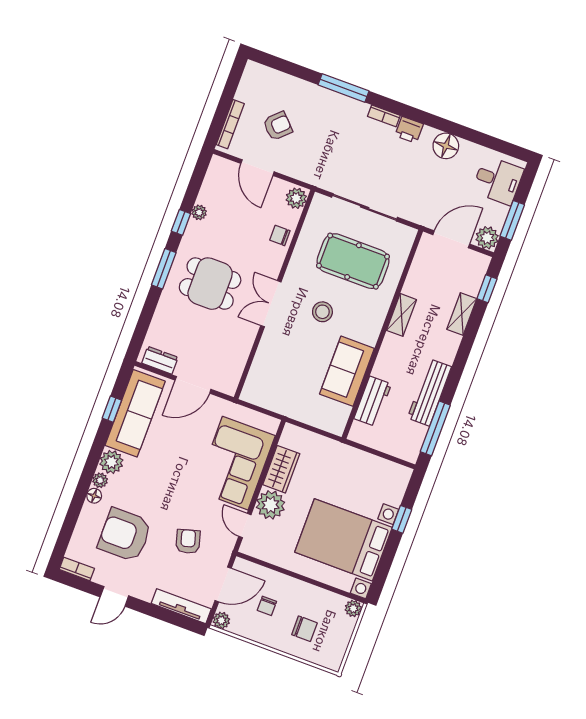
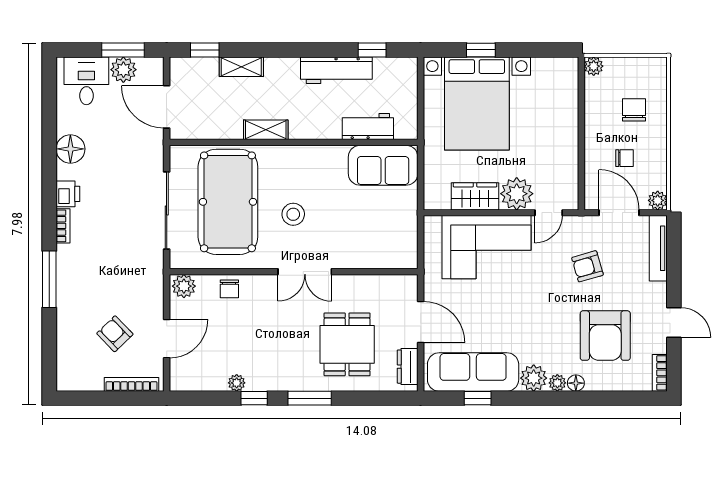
plant: (487, 238) -> (123, 70), moved
pool table: (353, 261) -> (228, 202), width x1.36, depth x1.32
dining table: (210, 284) -> (347, 344), moved
sofa: (347, 371) -> (383, 165), moved
window: (435, 428) -> (372, 50), width x0.46
bed with nightstands: (343, 540) -> (477, 103), moved

